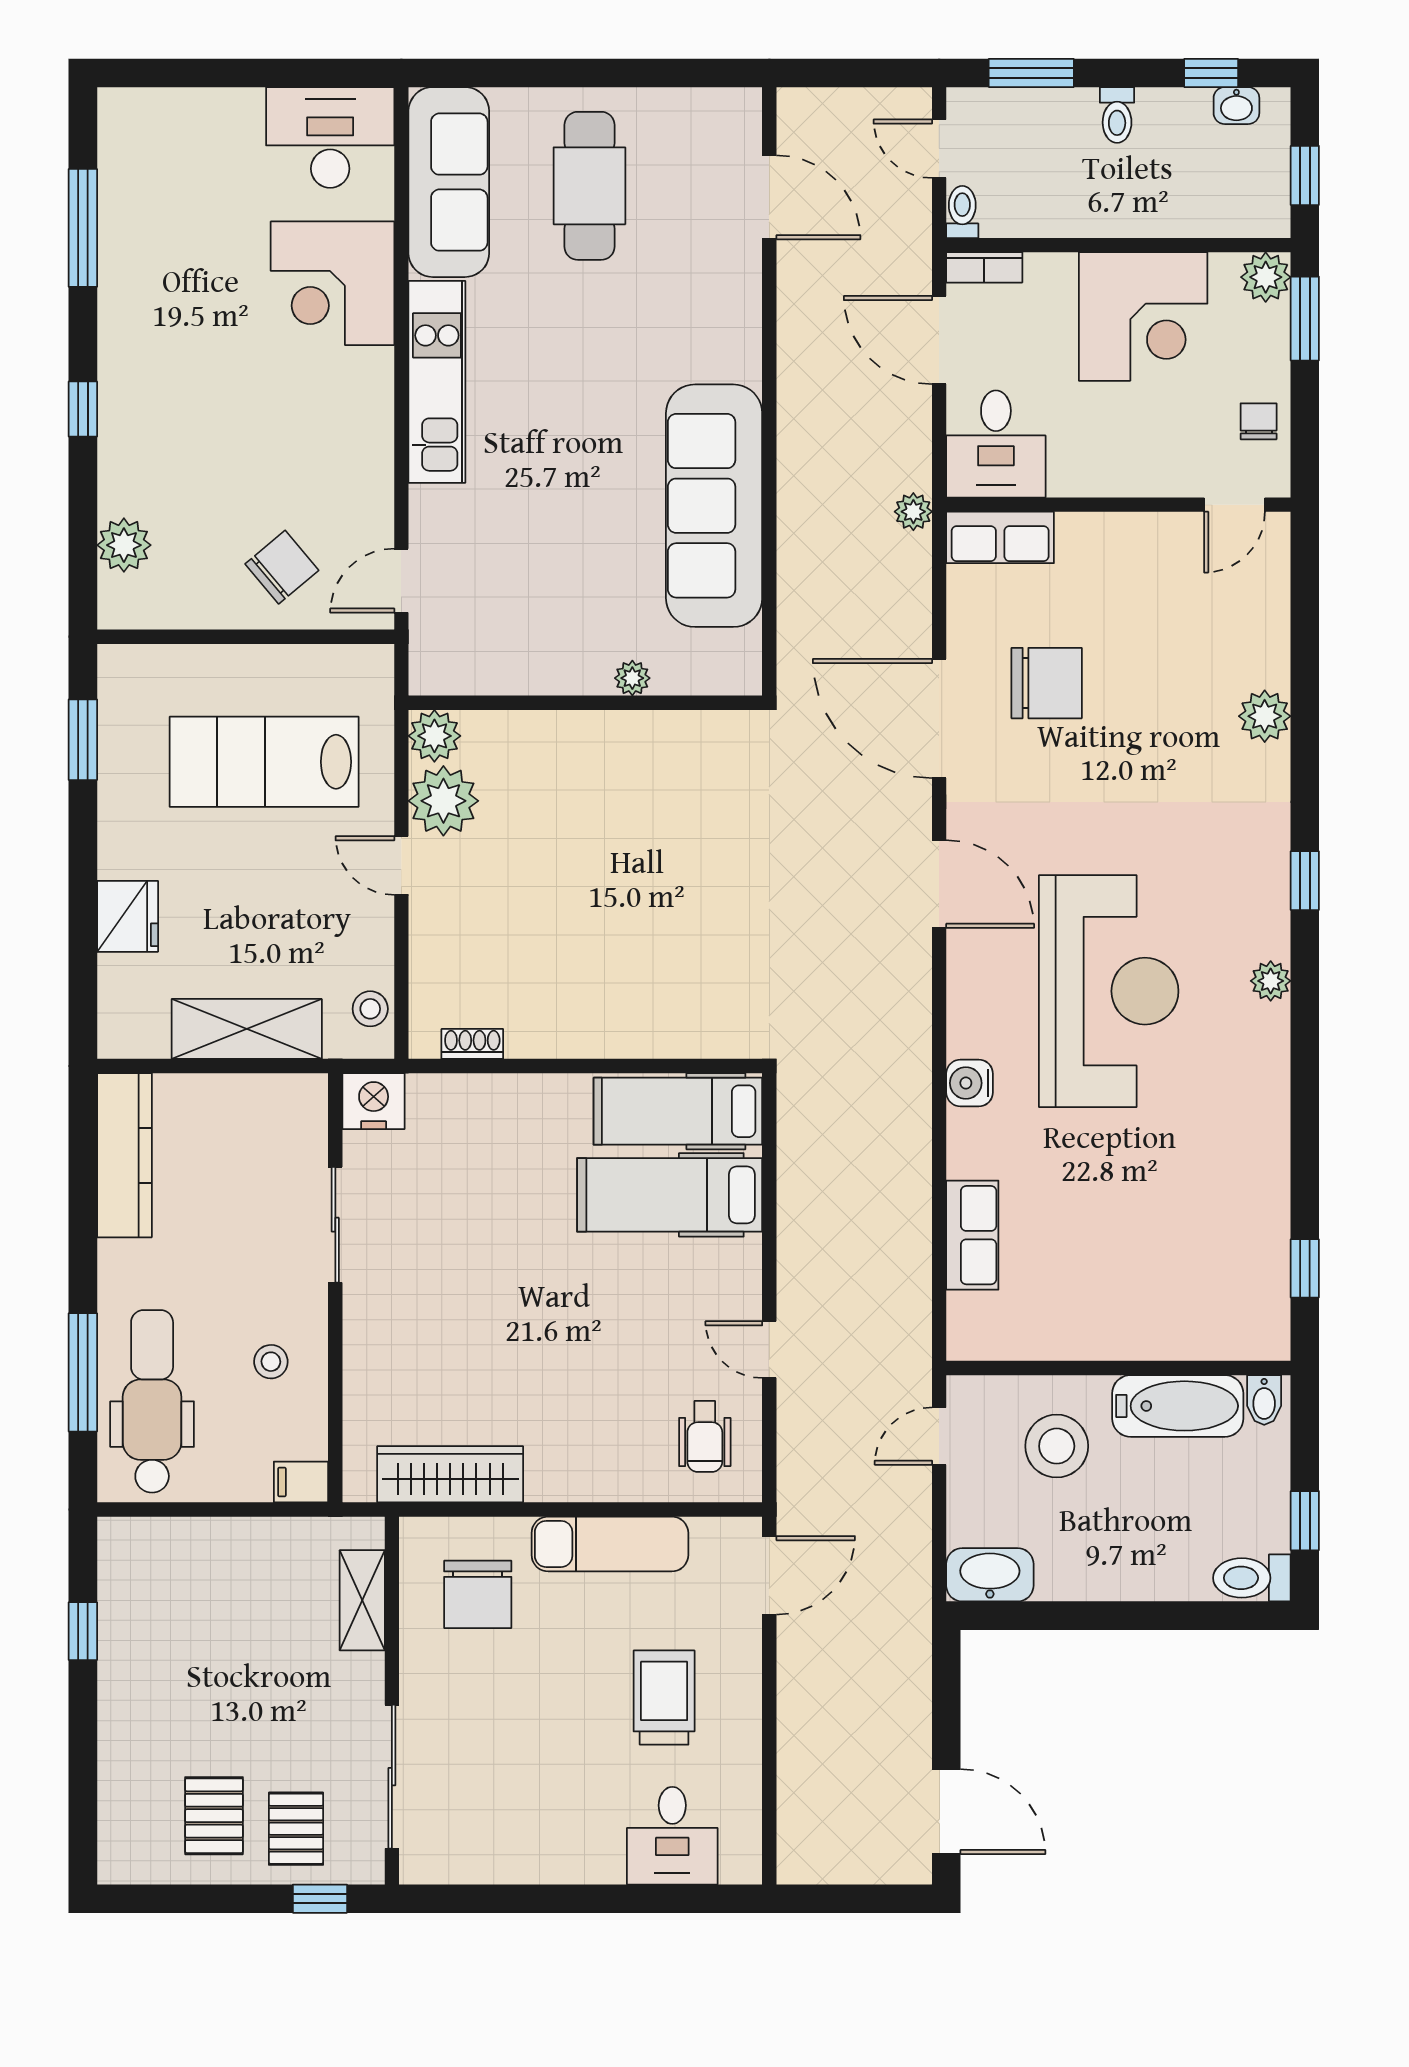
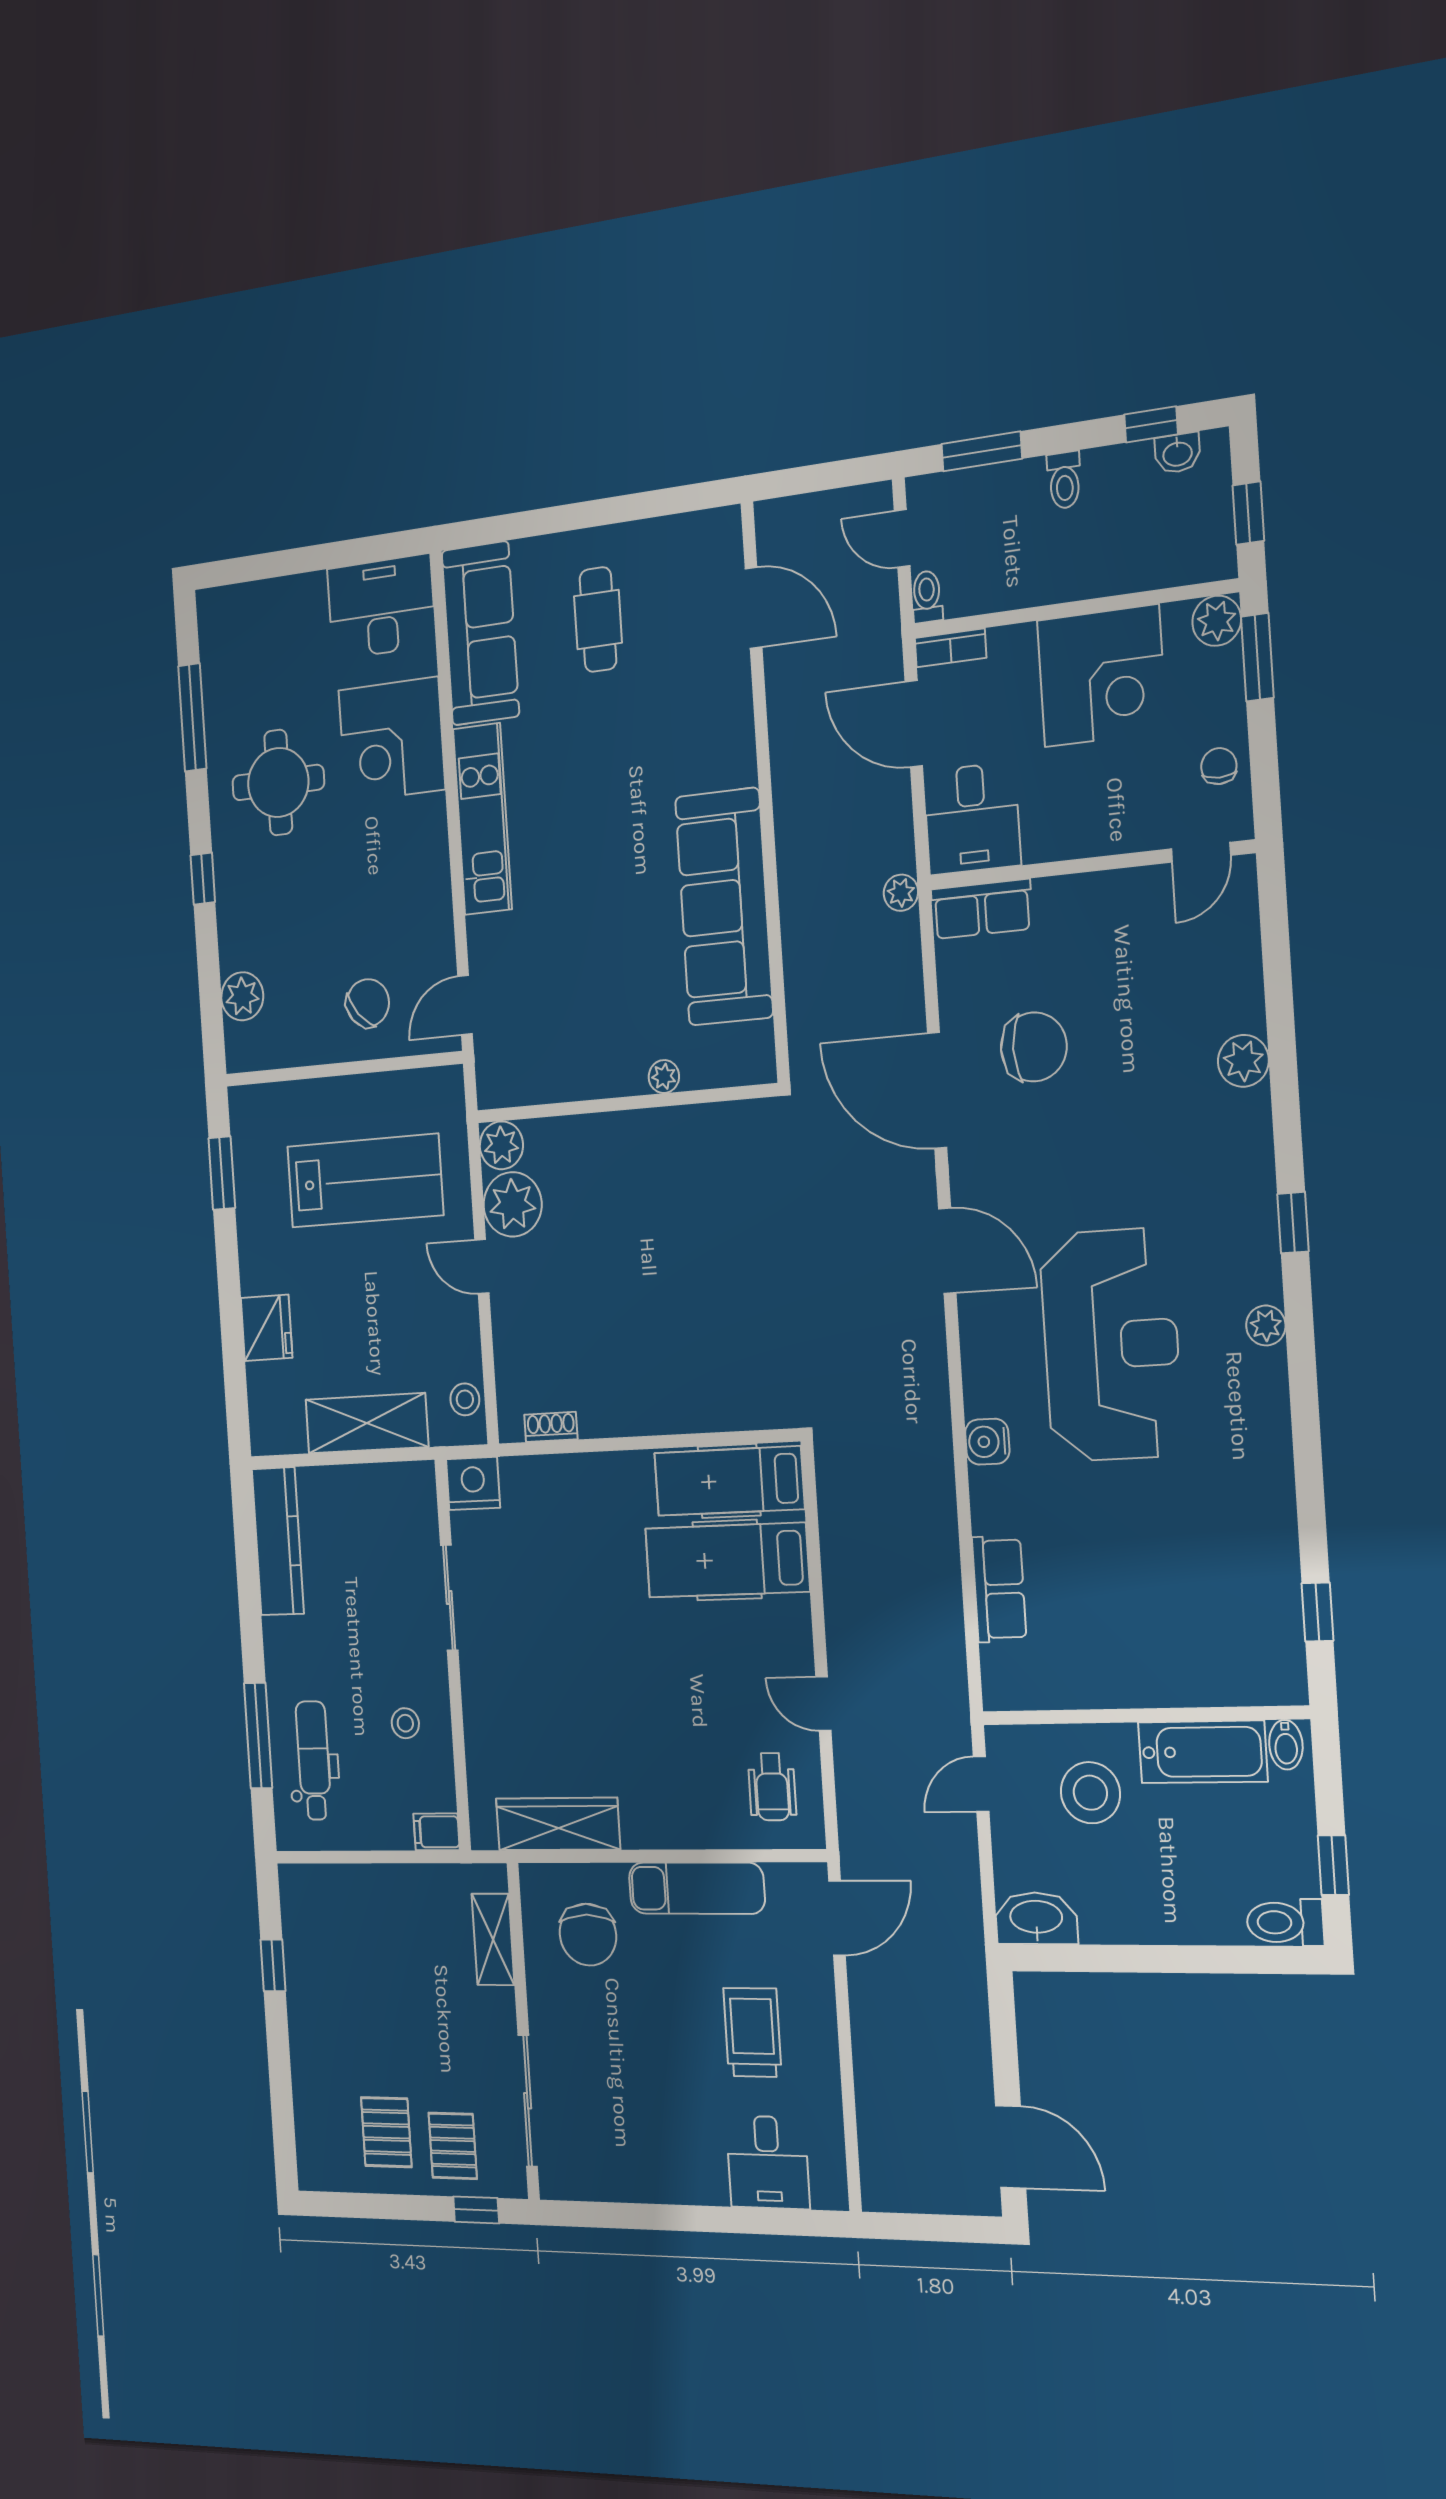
cafe table: (589, 186) -> (598, 620), width x0.73, depth x0.74
round table: (187, 313) -> (278, 783), added
lab bench: (264, 762) -> (365, 1181), turned 180
dental chair: (152, 1401) -> (314, 1760), width x0.73, depth x0.72

